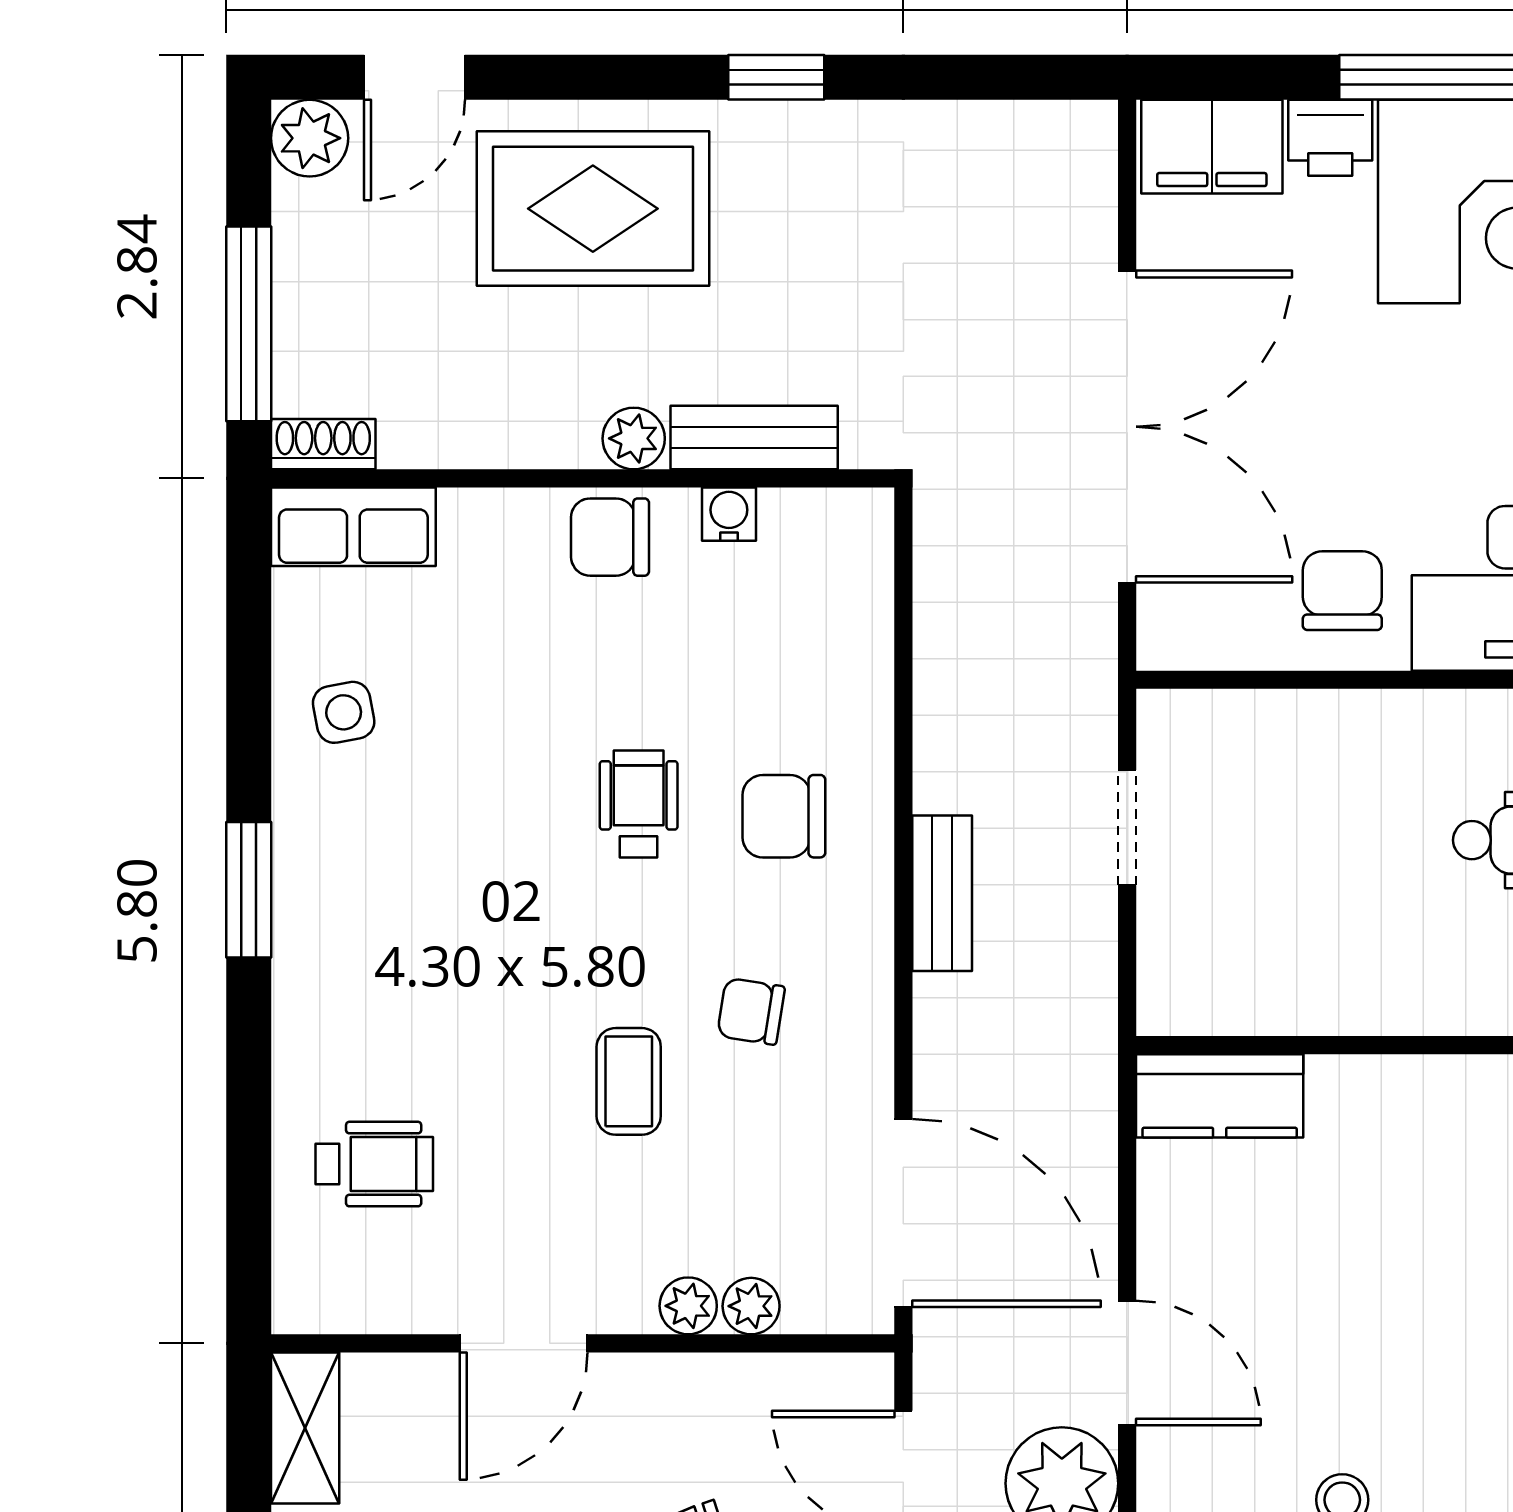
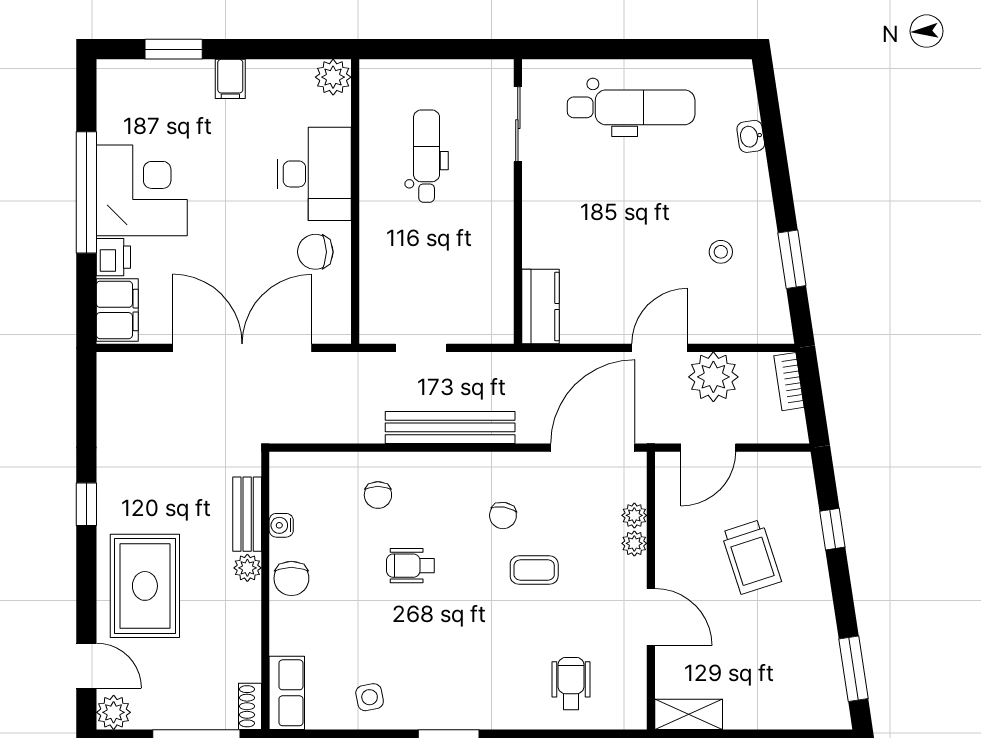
chair: (784, 816) -> (378, 495), moved, width x0.73, depth x0.73
bench: (942, 893) -> (450, 427), width x1.86, depth x1.21

